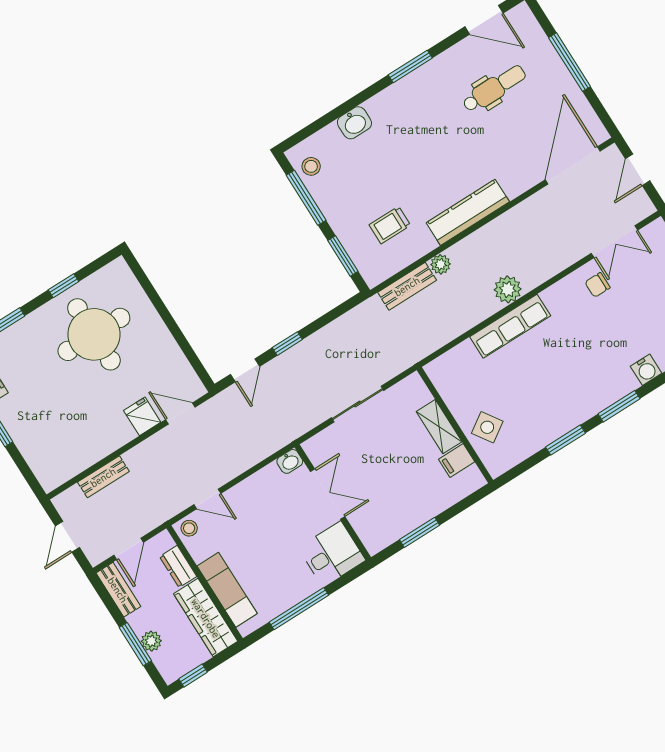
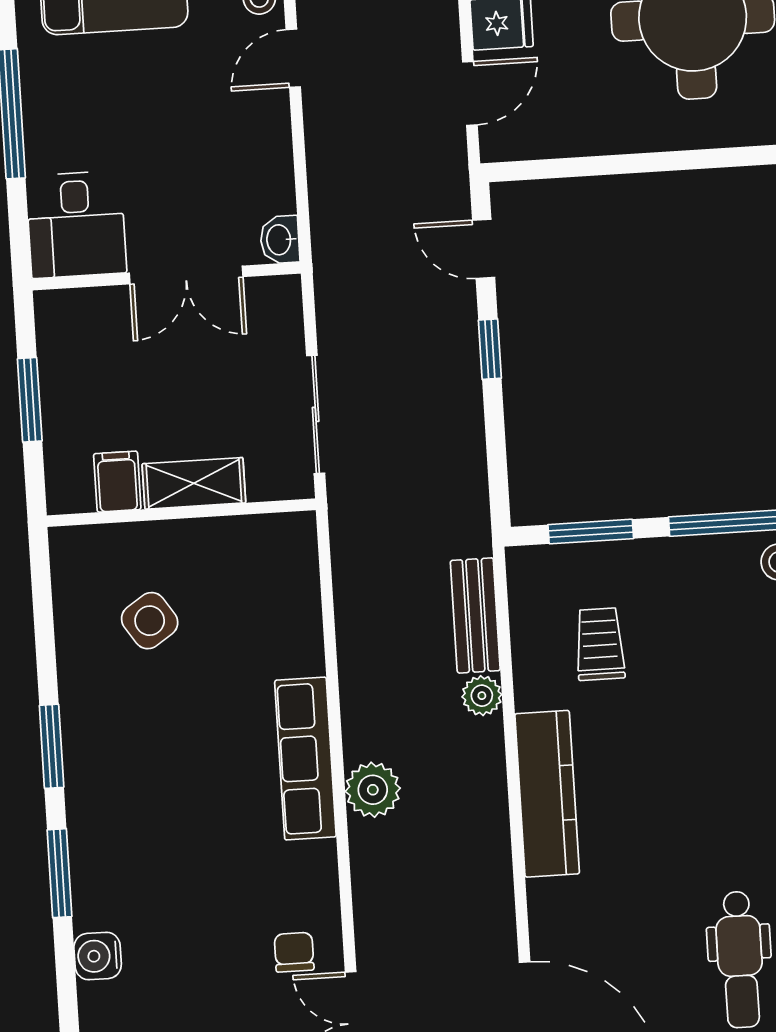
wall: (455, 425) -> (181, 513), moved
shelving: (439, 427) -> (194, 483), moved
filing cabinet: (457, 460) -> (117, 482), moved

